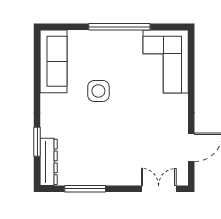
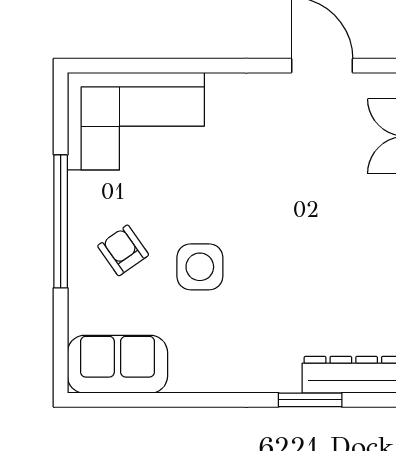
armchair: (106, 56) -> (123, 250), added
sofa: (53, 61) -> (117, 364), width x0.73

